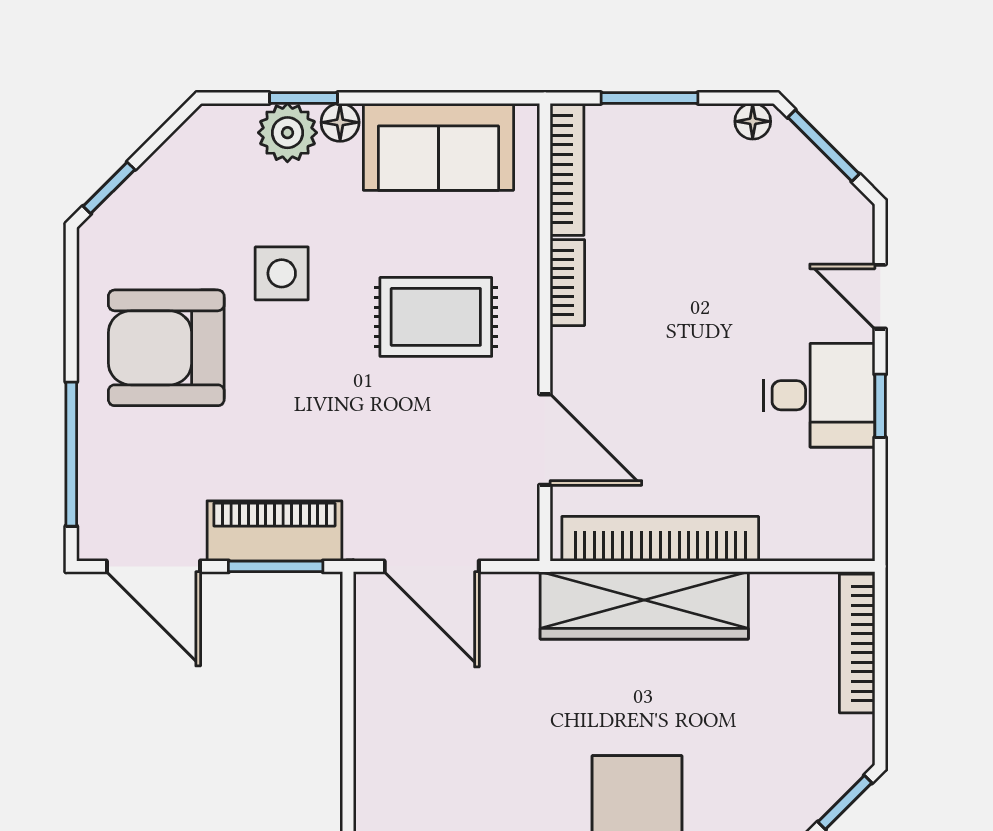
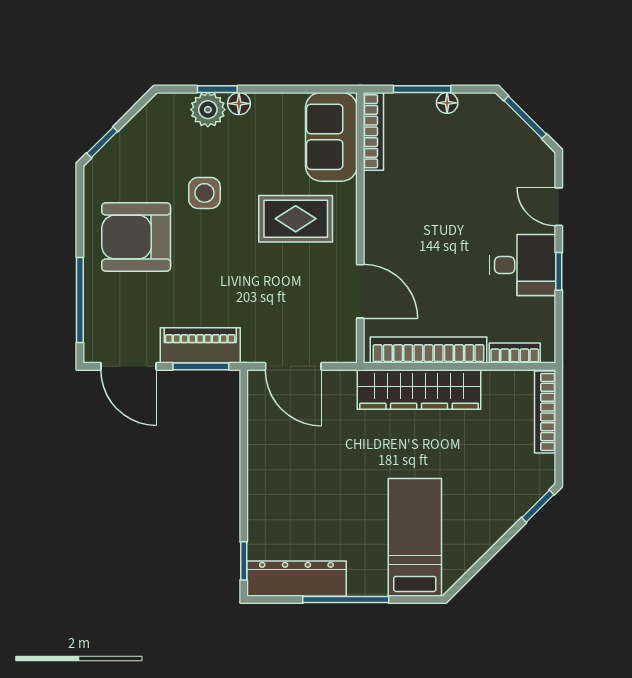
floor lamp: (753, 121) -> (447, 103), moved
sofa: (438, 147) -> (331, 137), moved, turned 90
bookcase: (567, 283) -> (515, 353), moved, turned -90

